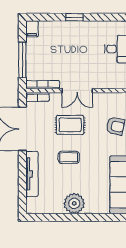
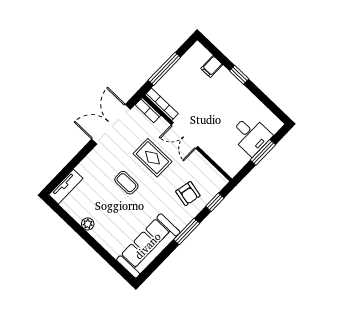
filing cabinet: (32, 29) -> (212, 66), moved
tv unit: (32, 174) -> (66, 187), moved, width x0.71
plant: (74, 203) -> (88, 224), width x0.53, depth x0.53

